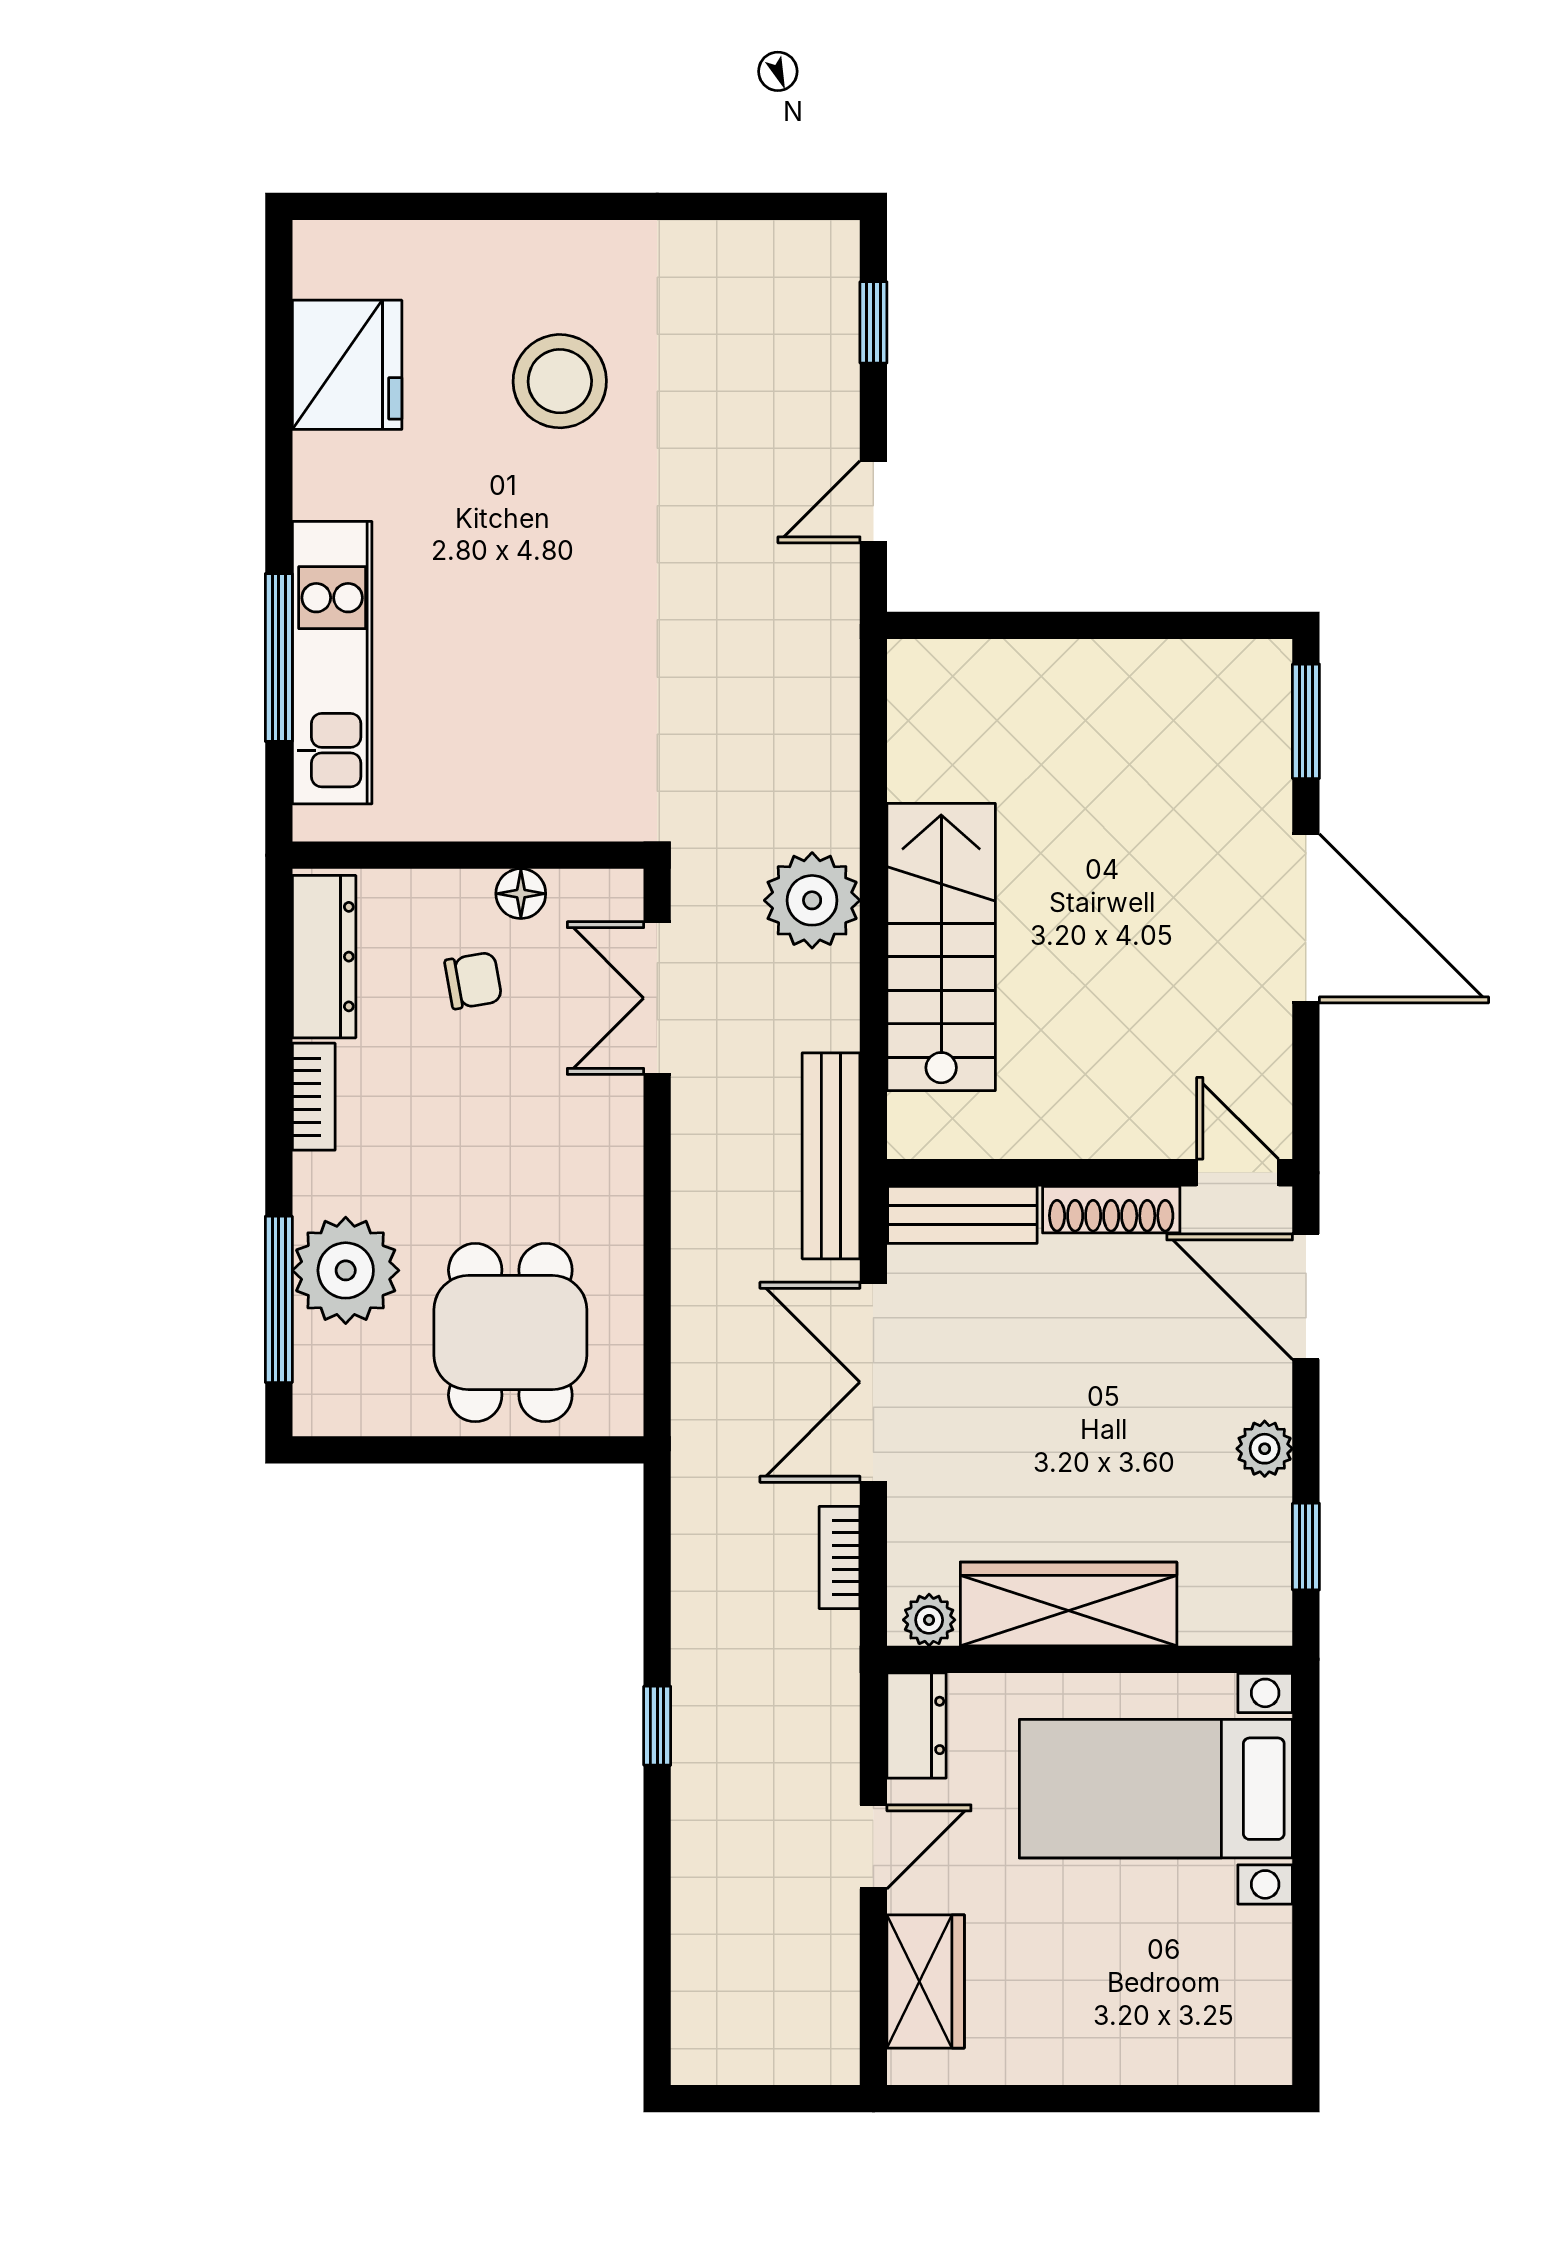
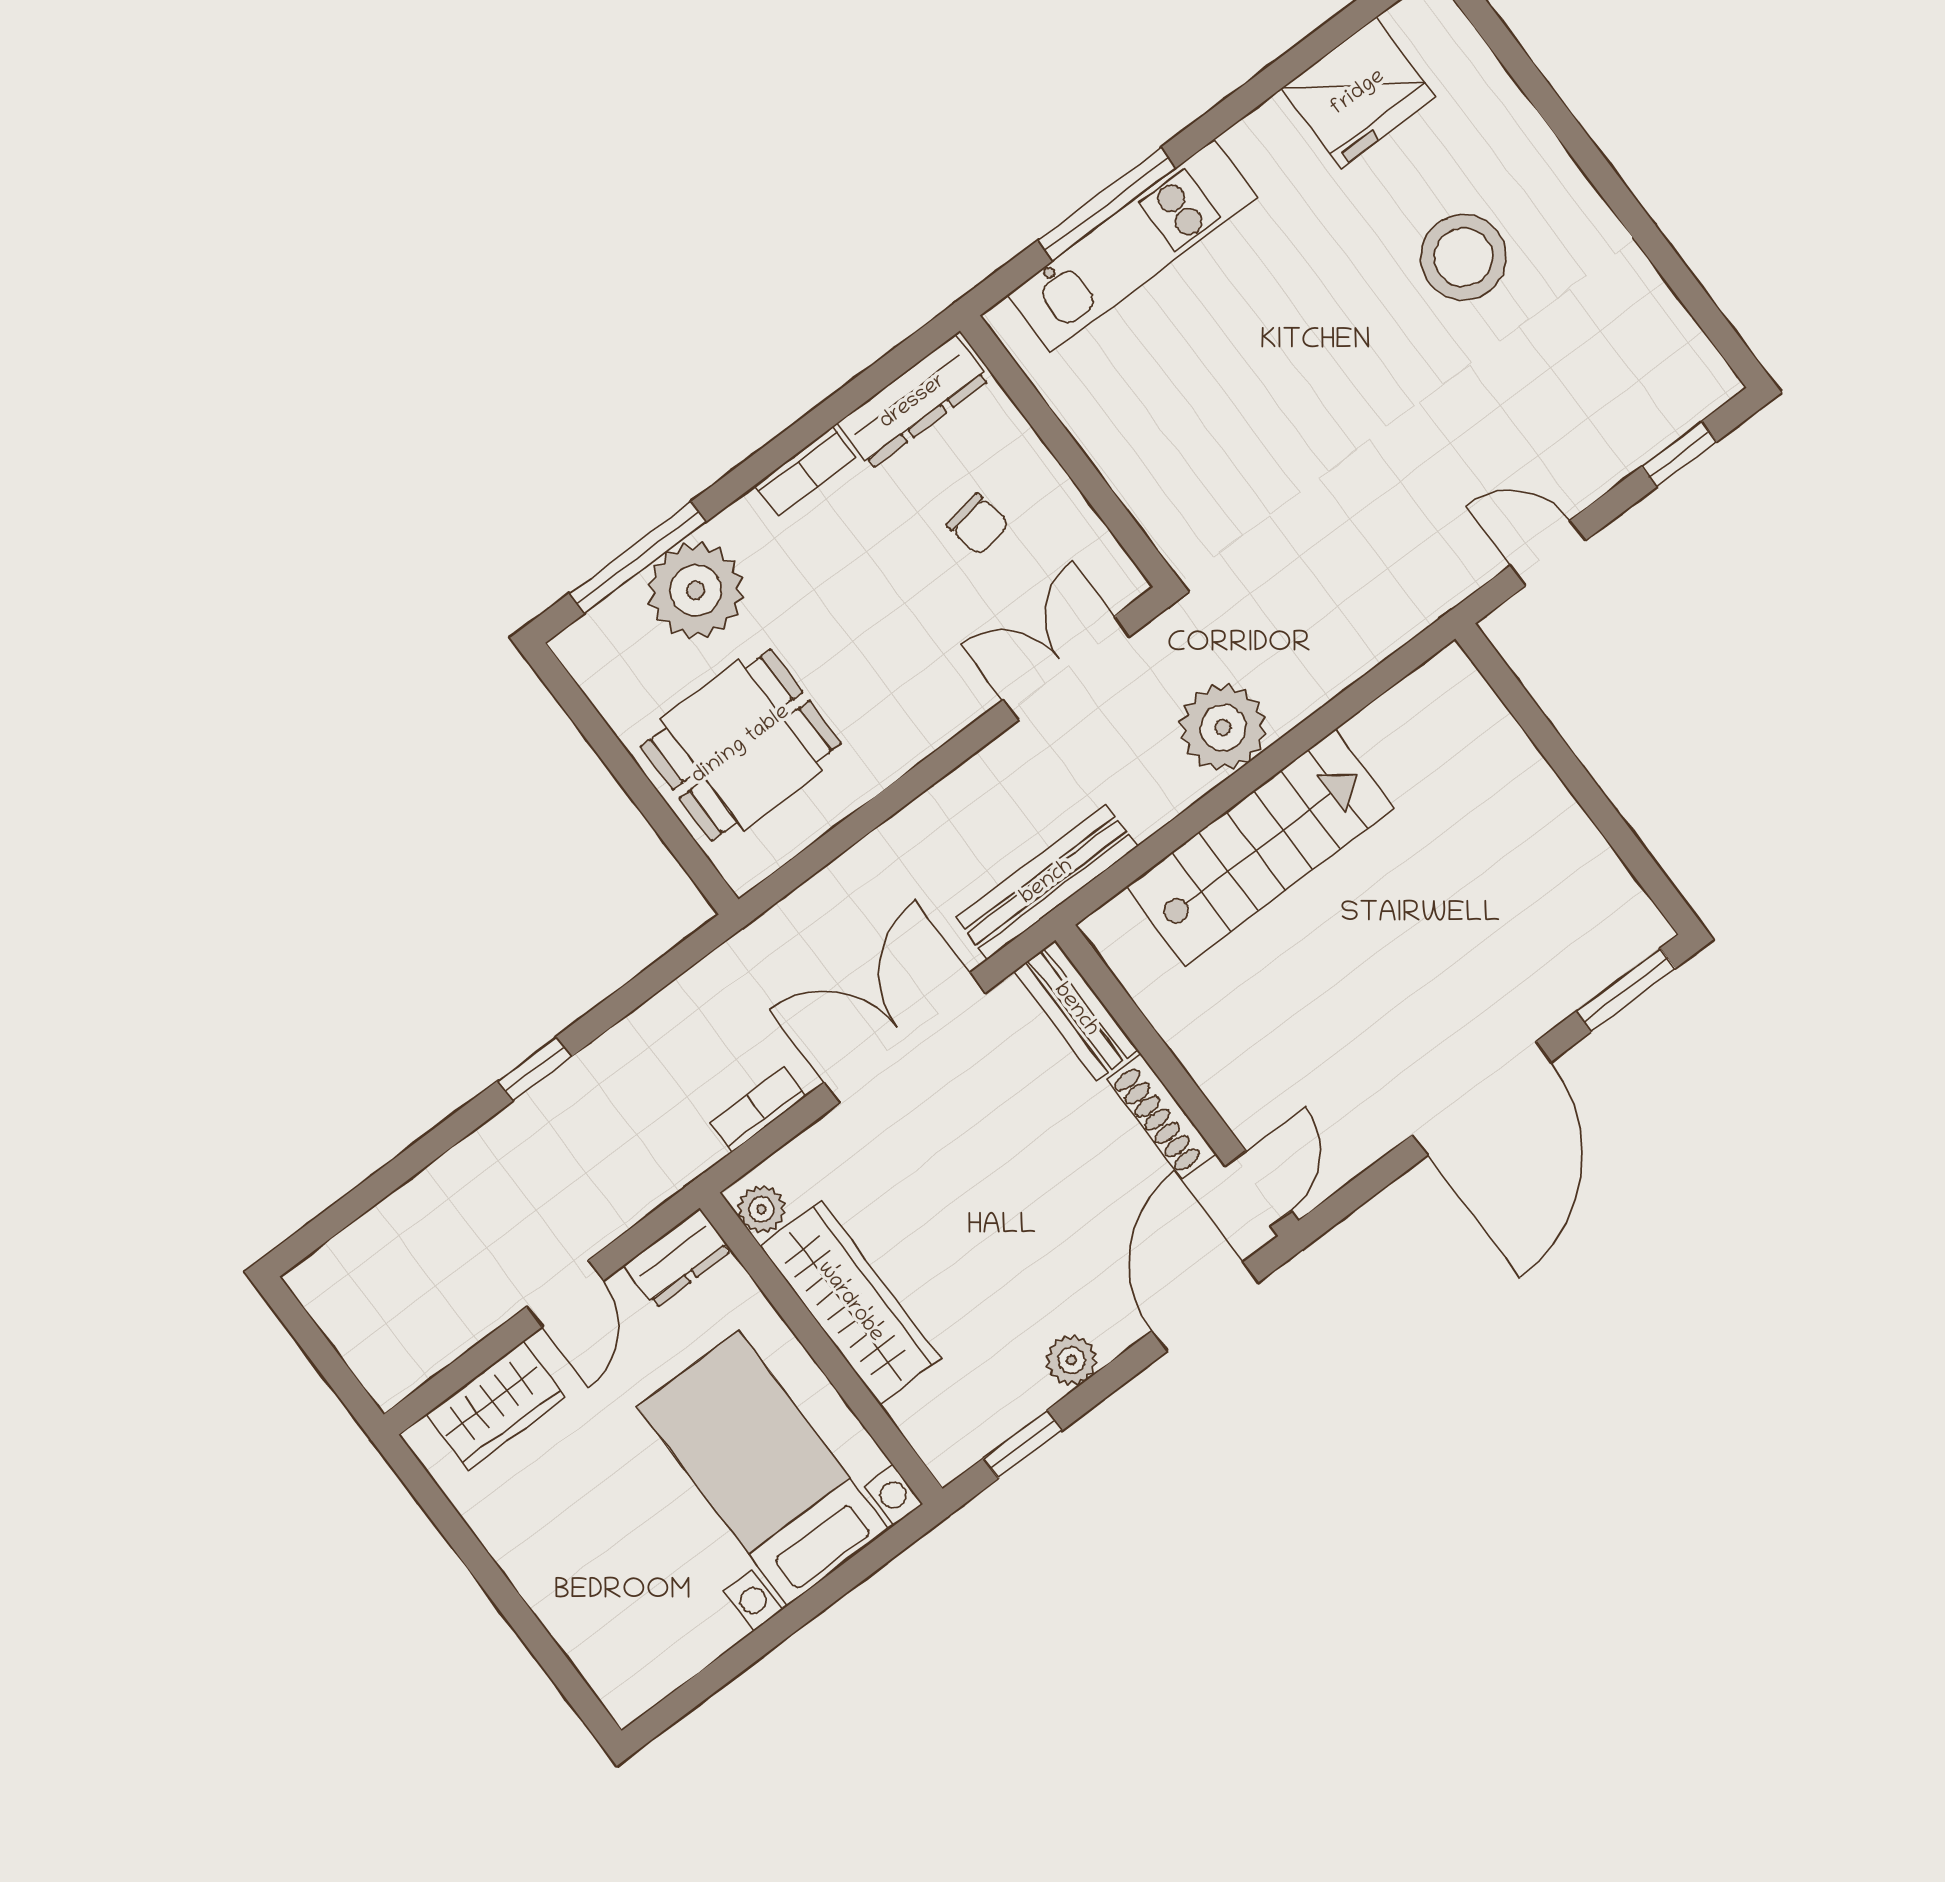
floor lamp: (521, 894) -> (1068, 511), removed
door: (873, 1847) -> (565, 1294), hinge flipped

